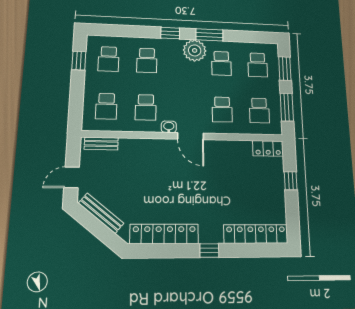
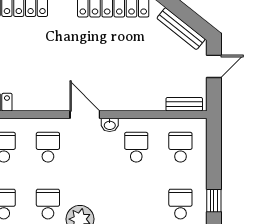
school desk: (147, 60) -> (136, 204), removed

